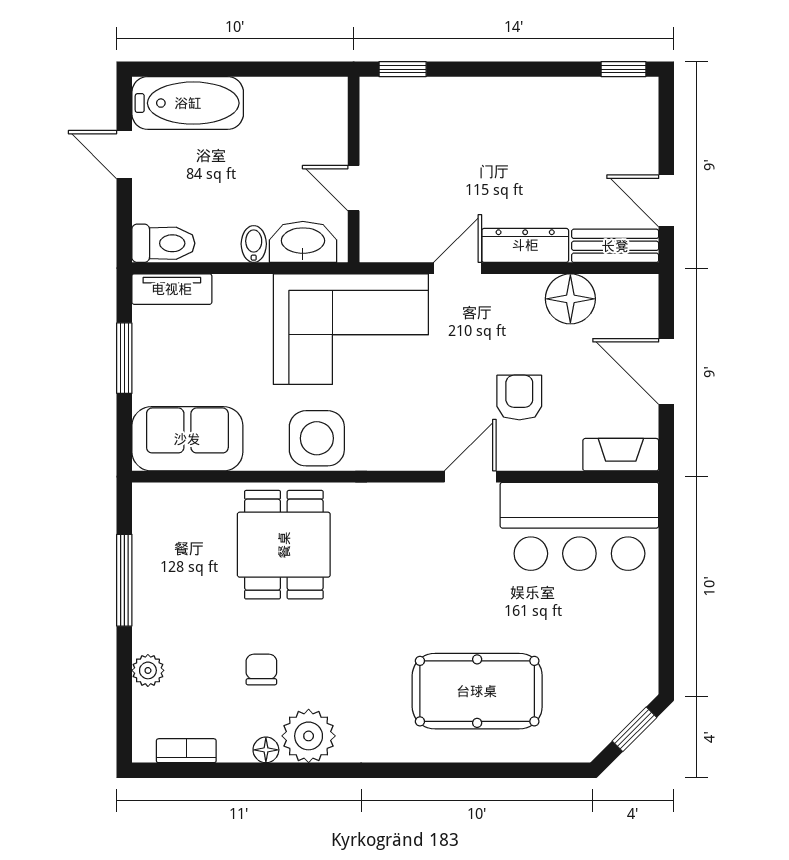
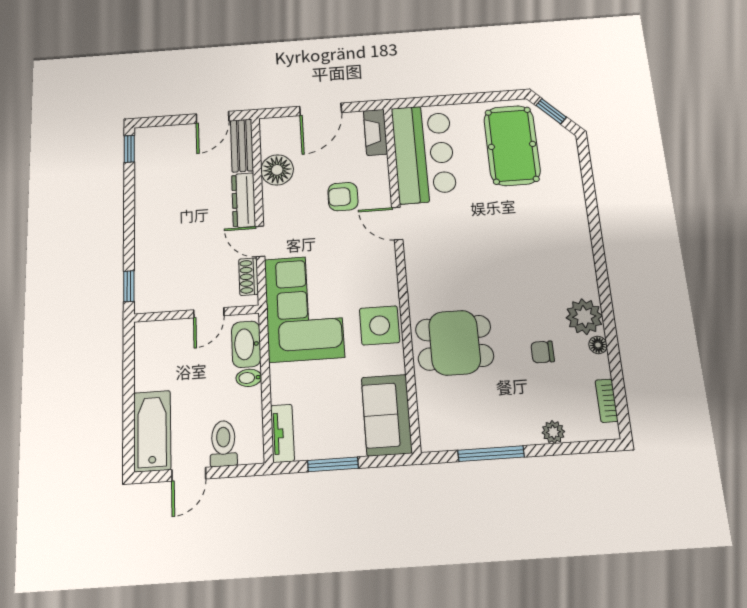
toilet: (163, 243) -> (223, 443), moved
shoe rack: (404, 249) -> (248, 277), added
pool table: (477, 691) -> (512, 145), moved

